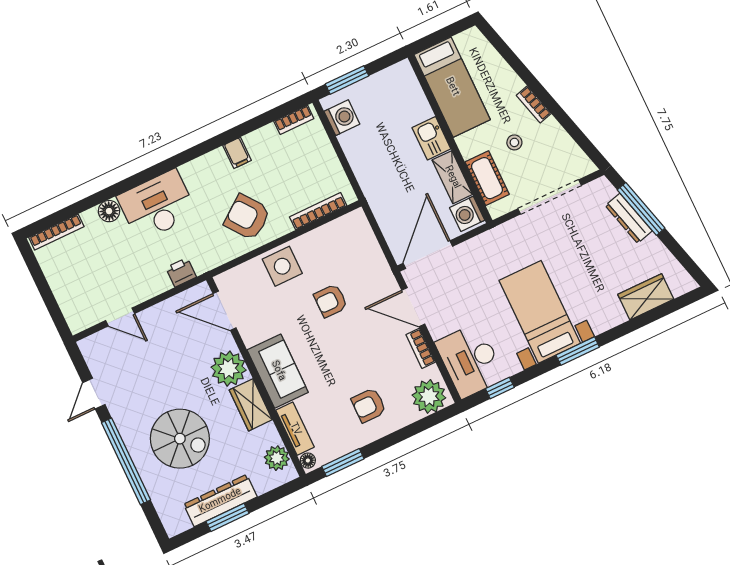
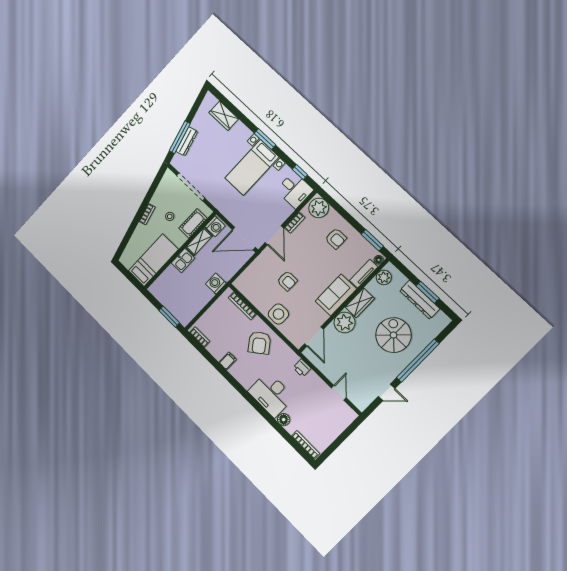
washing machine: (342, 118) -> (216, 284), moved
desk: (470, 360) -> (295, 190), width x0.73

